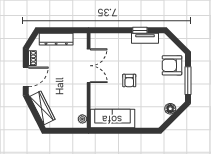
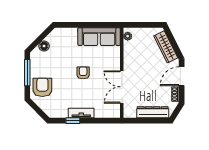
tv unit: (145, 38) -> (81, 113), moved
armchair: (172, 65) -> (42, 87), turned -90

